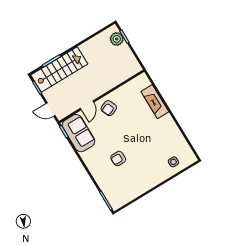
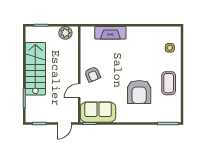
plant: (117, 39) -> (65, 33), moved
stairs: (59, 69) -> (35, 69), moved
door: (87, 105) -> (79, 91), swing flipped
armchair: (118, 159) -> (139, 92), width x1.88, depth x1.88
coffee table: (142, 180) -> (169, 83), added

